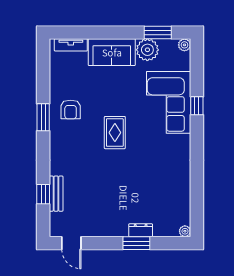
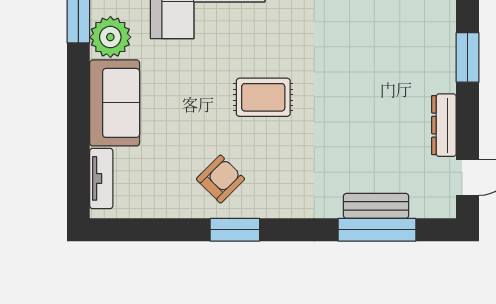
armchair: (71, 109) -> (221, 179), turned -45
window: (43, 194) -> (377, 230), width x2.17
dresser: (141, 230) -> (444, 125), moved, width x1.44

